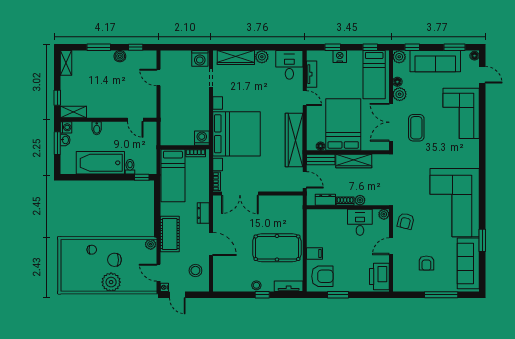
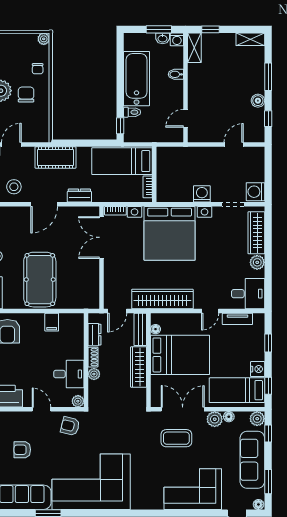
nightstand: (340, 56) -> (258, 369), moved
washing machine: (202, 138) -> (202, 194), moved, turned -90
plant: (151, 244) -> (44, 39), moved
filing cabinet: (314, 254) -> (52, 322), moved

